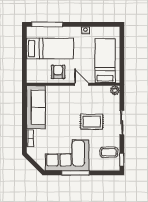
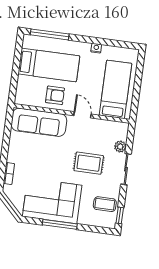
armchair: (58, 72) -> (55, 95), turned 90
plant: (115, 90) -> (120, 147), moved
sofa: (36, 107) -> (39, 122), moved, turned 90

